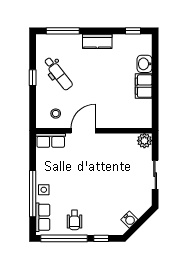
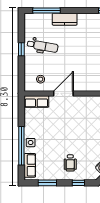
kitchen counter: (97, 41) -> (65, 19), moved
dental chair: (58, 74) -> (43, 46), turned -42
wheelchair: (74, 220) -> (70, 163), moved
window: (64, 238) -> (47, 183), width x0.47

